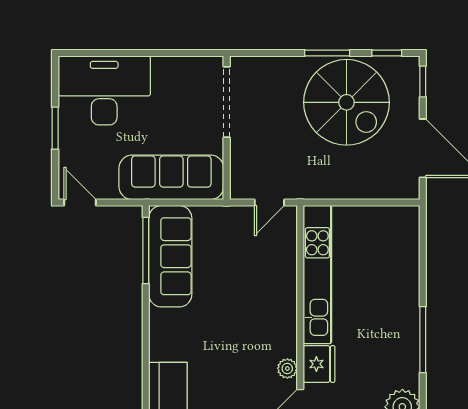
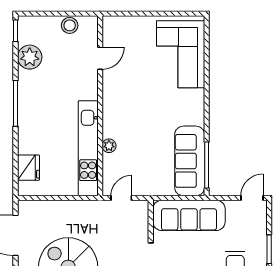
door: (80, 202) -> (252, 198), swing flipped
fridge: (319, 364) -> (28, 168), moved, turned 180
plant: (287, 368) -> (109, 146), moved

